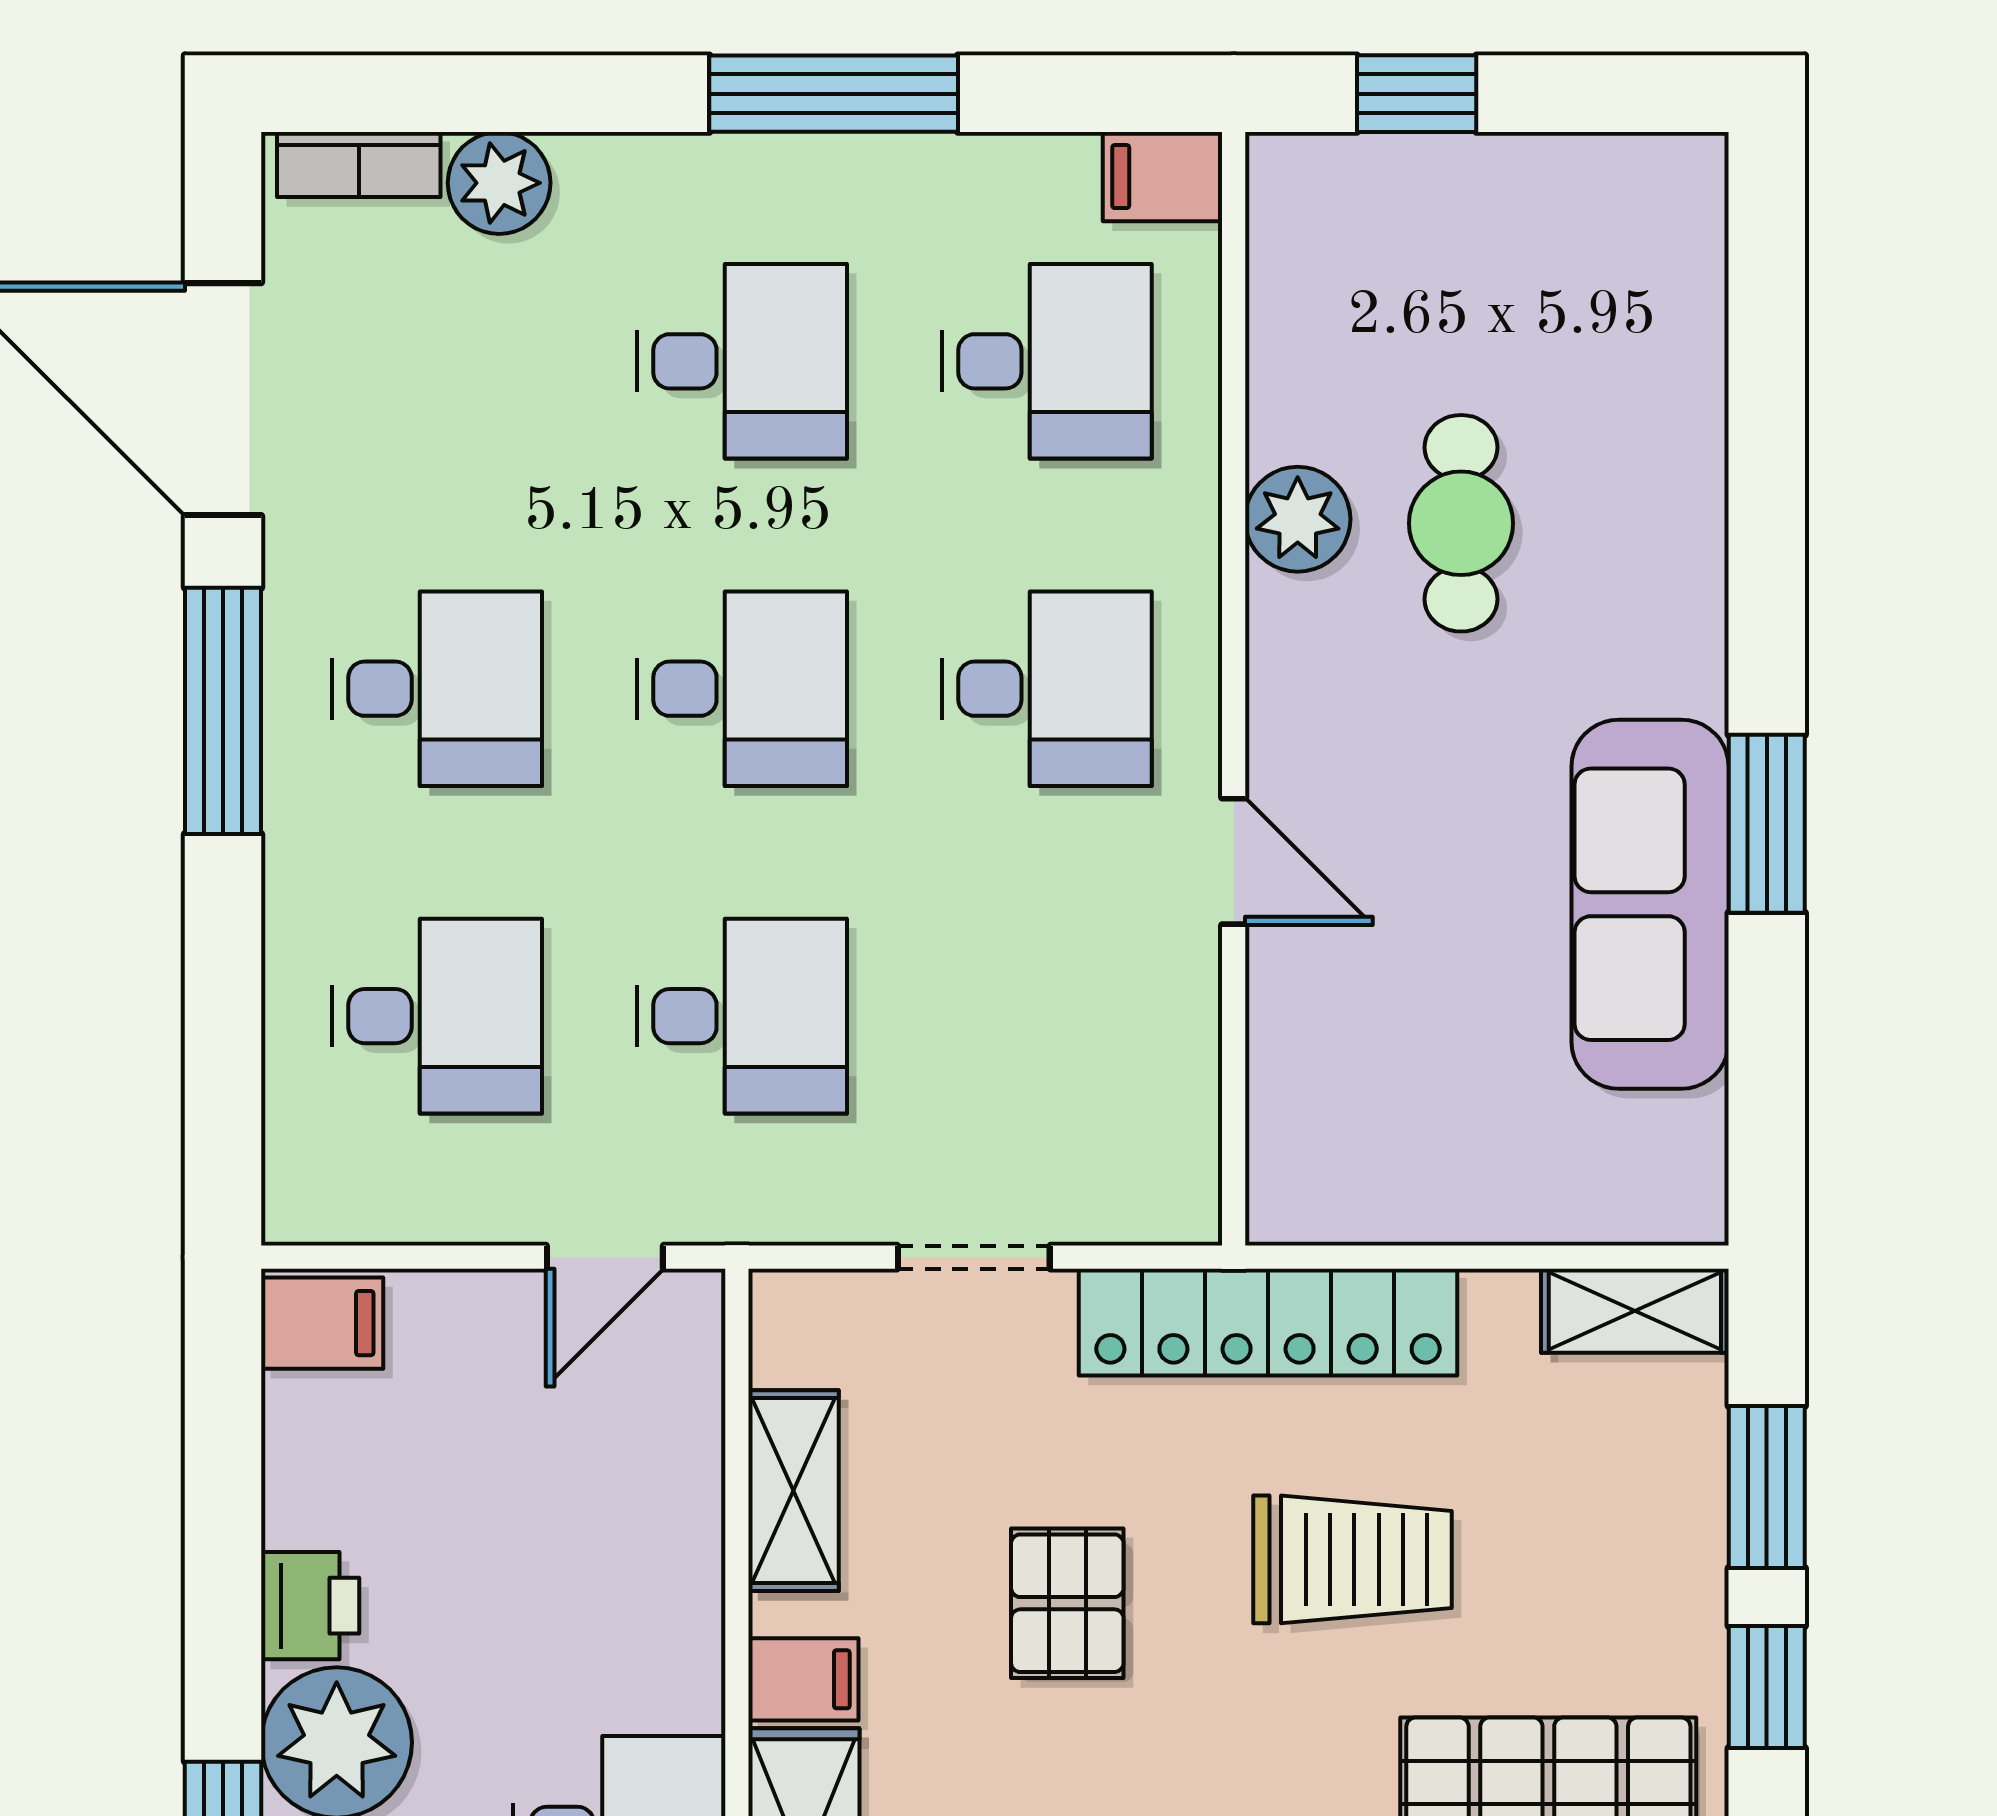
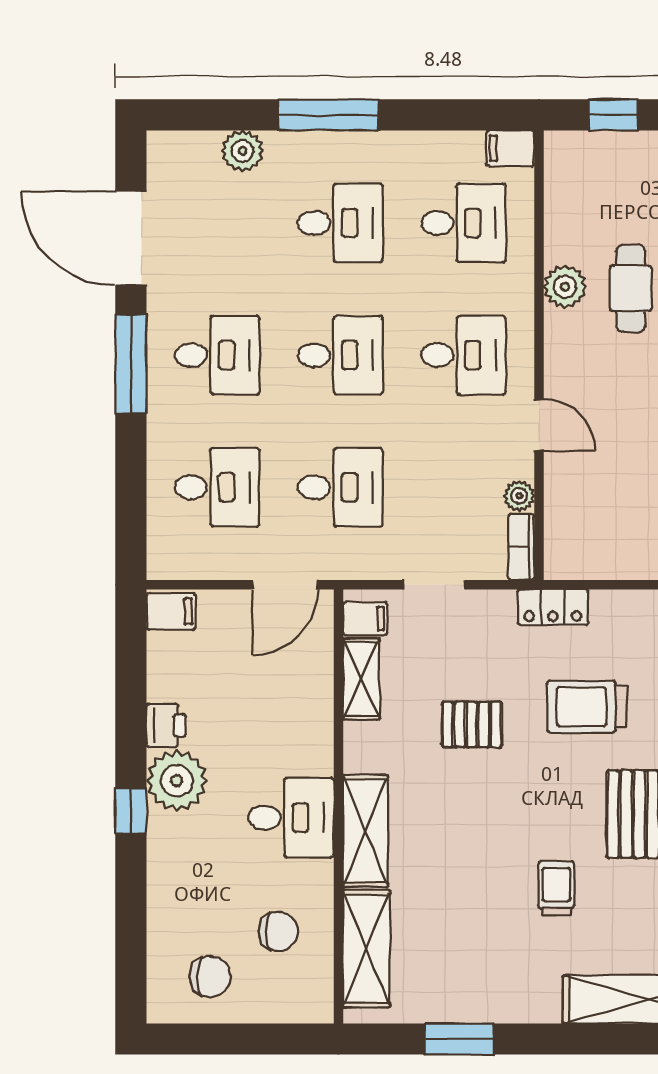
window: (834, 94) -> (329, 115), moved
bookcase: (359, 164) -> (521, 547), moved, turned 90
plant: (1185, 1037) -> (519, 496), added
door: (605, 1257) -> (285, 585), width x1.38
locker: (1268, 1322) -> (553, 607), width x0.46, depth x0.83
trolley: (1352, 1559) -> (587, 707), turned 180
pallet: (1067, 1603) -> (472, 724), turned 90
filing cabinet: (803, 1679) -> (365, 619), moved

